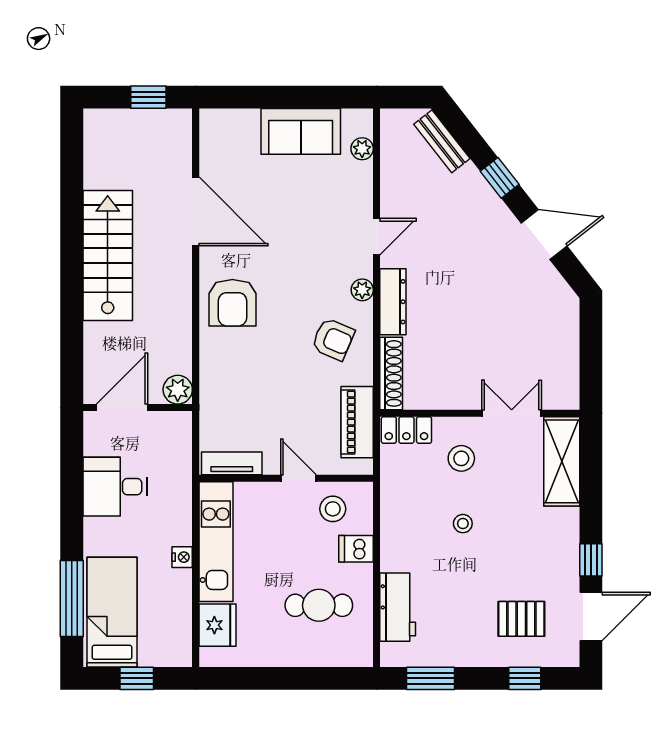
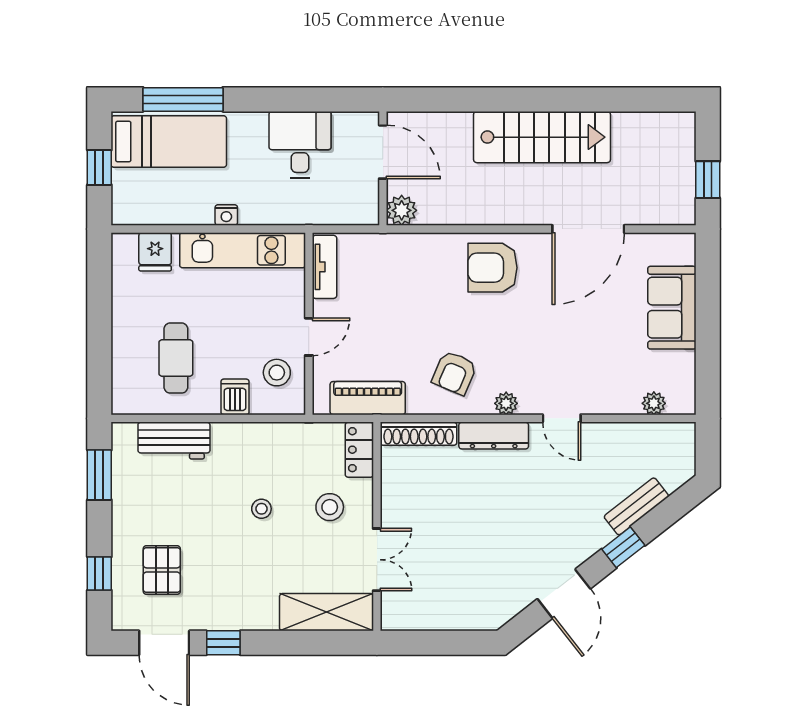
sofa: (301, 131) -> (672, 308), moved
bench: (442, 141) -> (636, 506), moved
fridge: (217, 625) -> (155, 252), width x0.72

